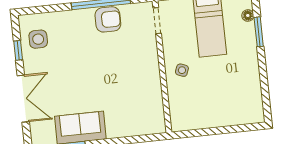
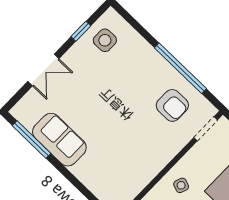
armchair: (108, 19) -> (172, 105), moved
double door: (23, 99) -> (43, 70), width x0.73

